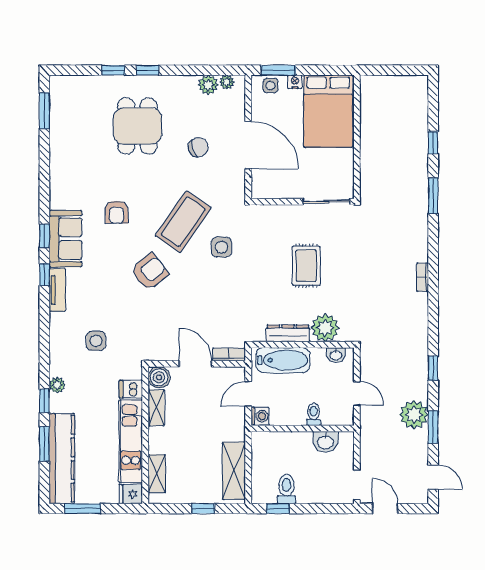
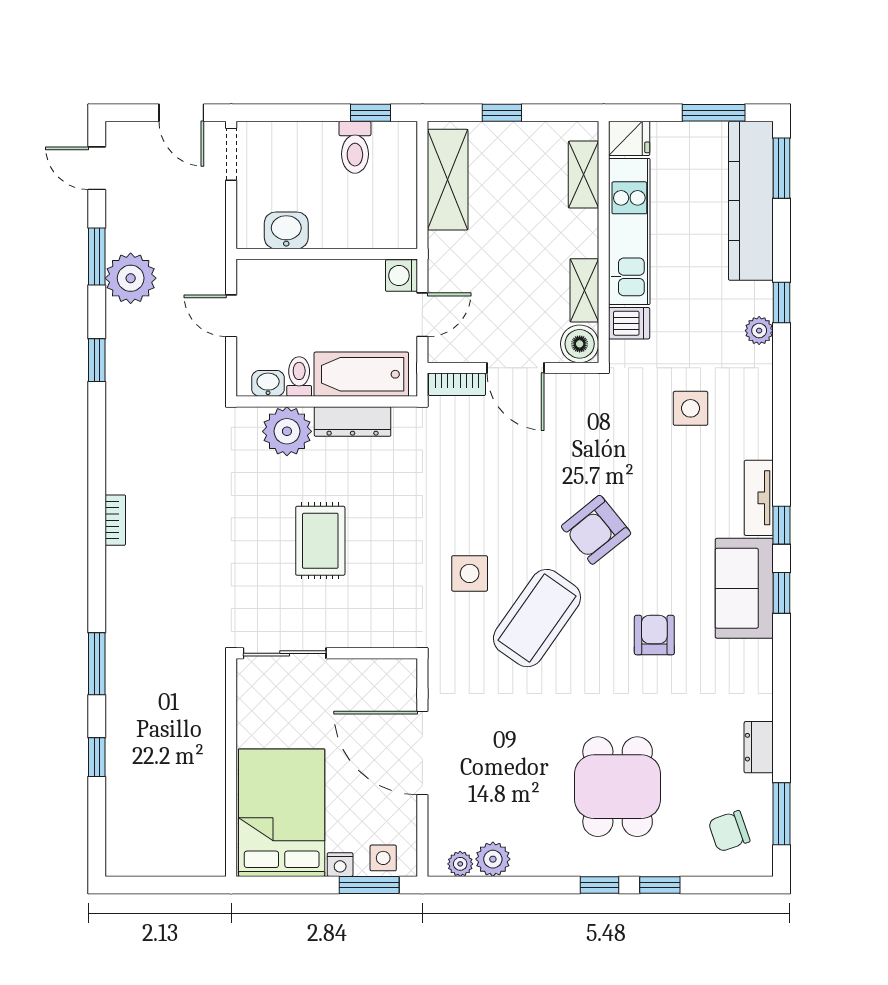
chair: (198, 147) -> (729, 831), moved
dresser: (57, 148) -> (759, 747), added
toilet: (314, 414) -> (299, 377), moved, turned 180
window: (44, 444) -> (782, 168), moved

